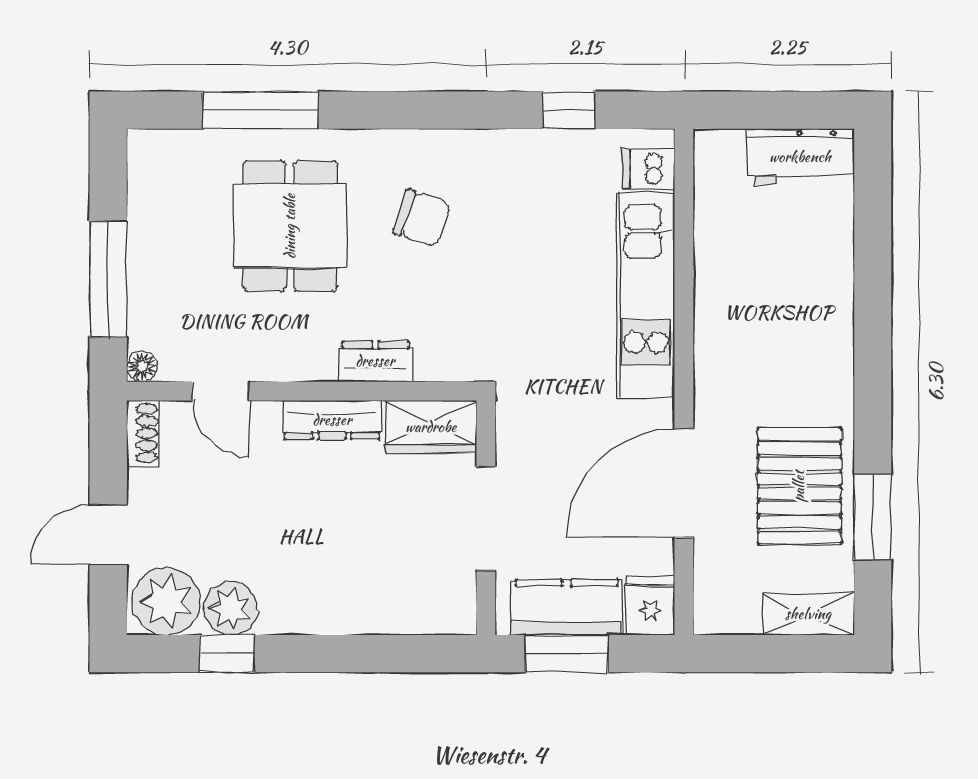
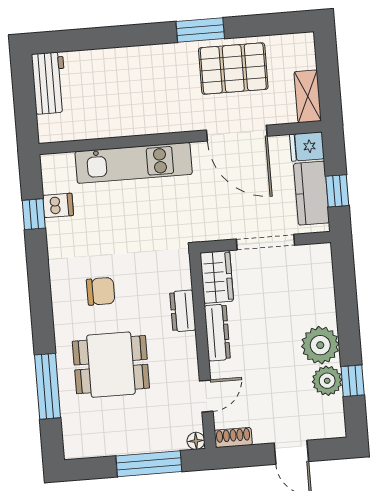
dishwasher: (649, 168) -> (58, 205), moved, turned -90
chair: (422, 218) -> (101, 291), turned 72
window: (873, 517) -> (200, 30), moved
plant: (166, 601) -> (320, 345), moved
shelving: (808, 614) -> (308, 96), moved
window: (567, 654) -> (337, 191), width x0.67

